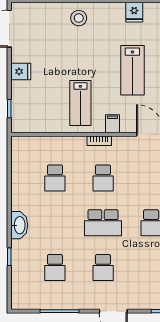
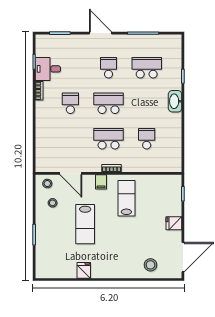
stool: (79, 18) -> (150, 265), moved
lab bench: (132, 70) -> (85, 224), turned 180
school desk: (103, 178) -> (109, 139), width x1.85
school desk: (55, 267) -> (147, 68), width x1.85

